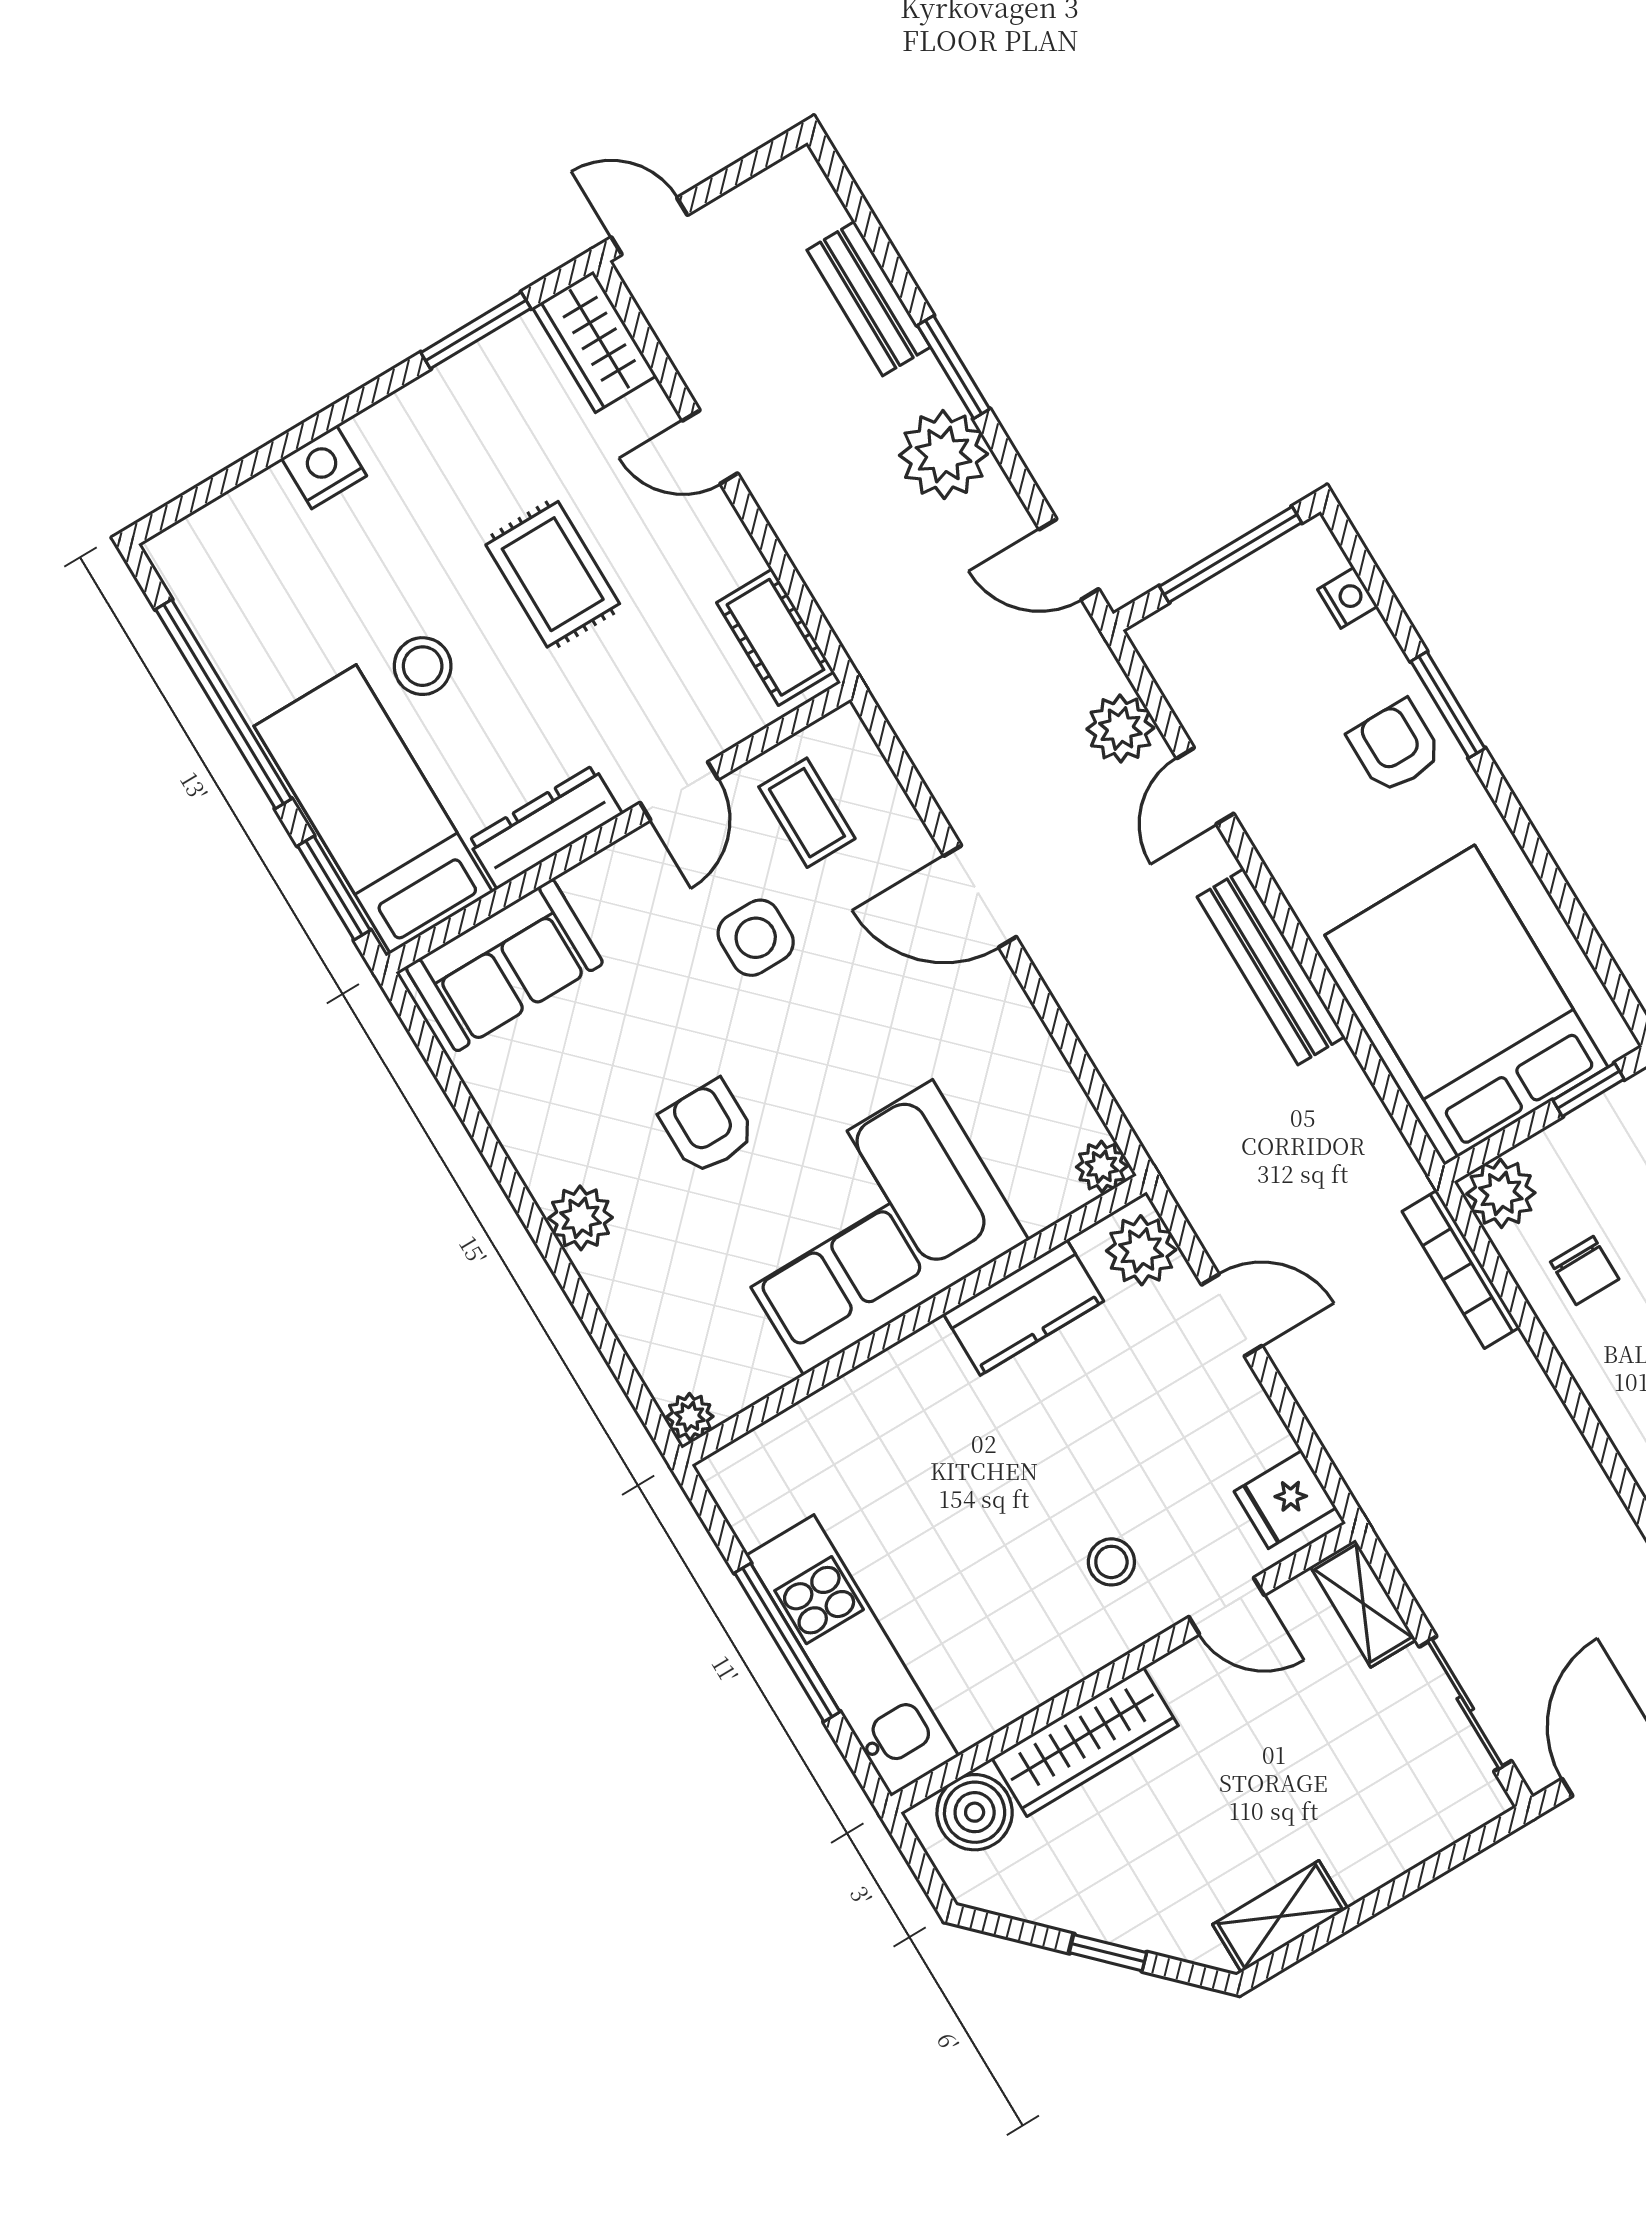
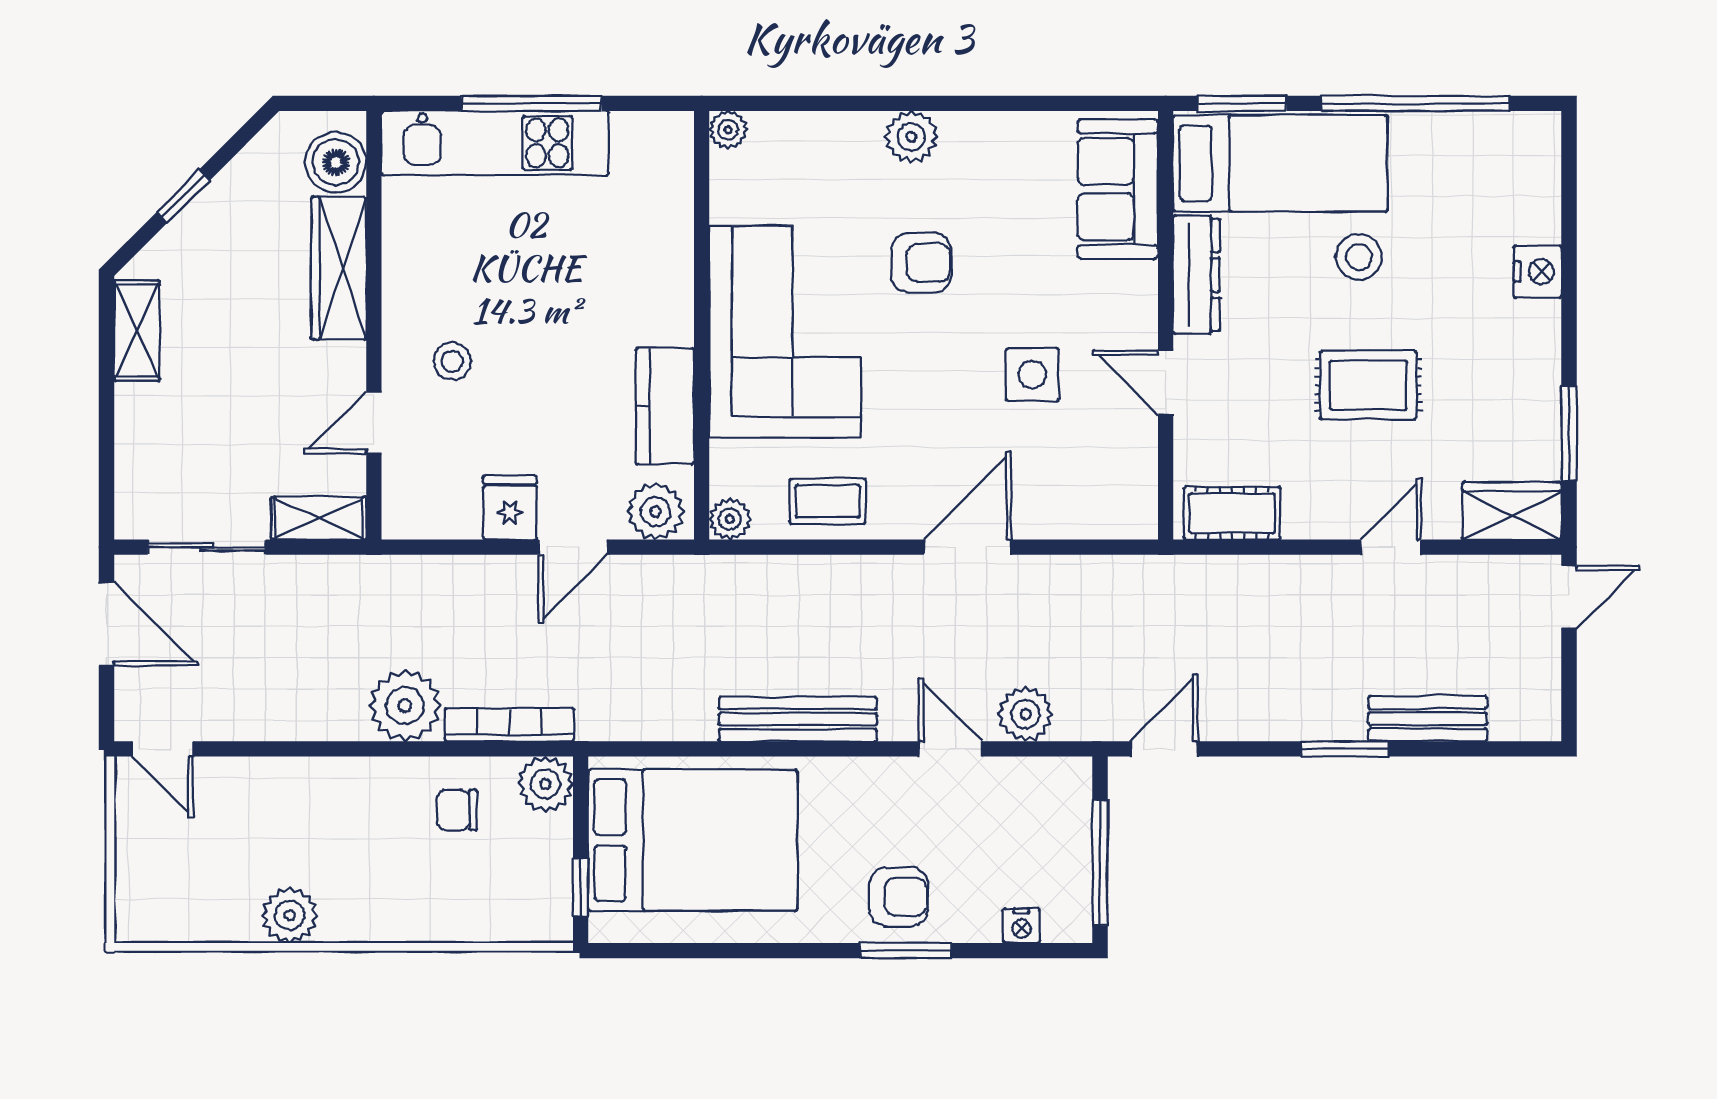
plant: (944, 455) -> (405, 706), moved
coffee table: (807, 813) -> (827, 501), moved
fridge: (1285, 1500) -> (510, 507), moved

